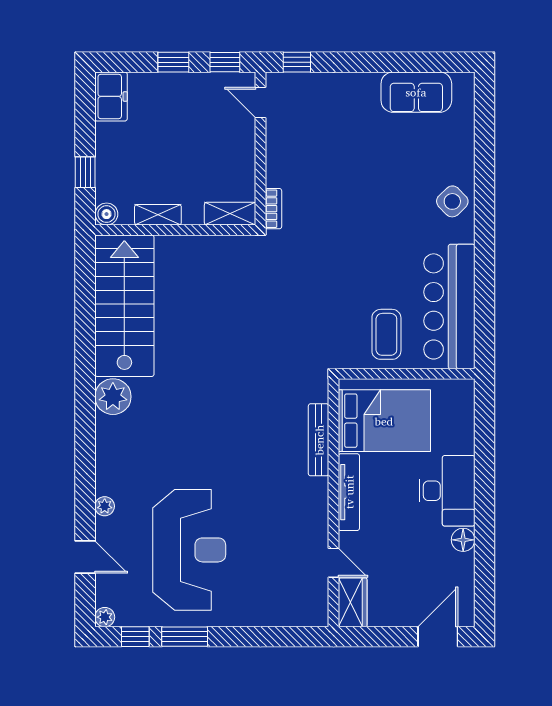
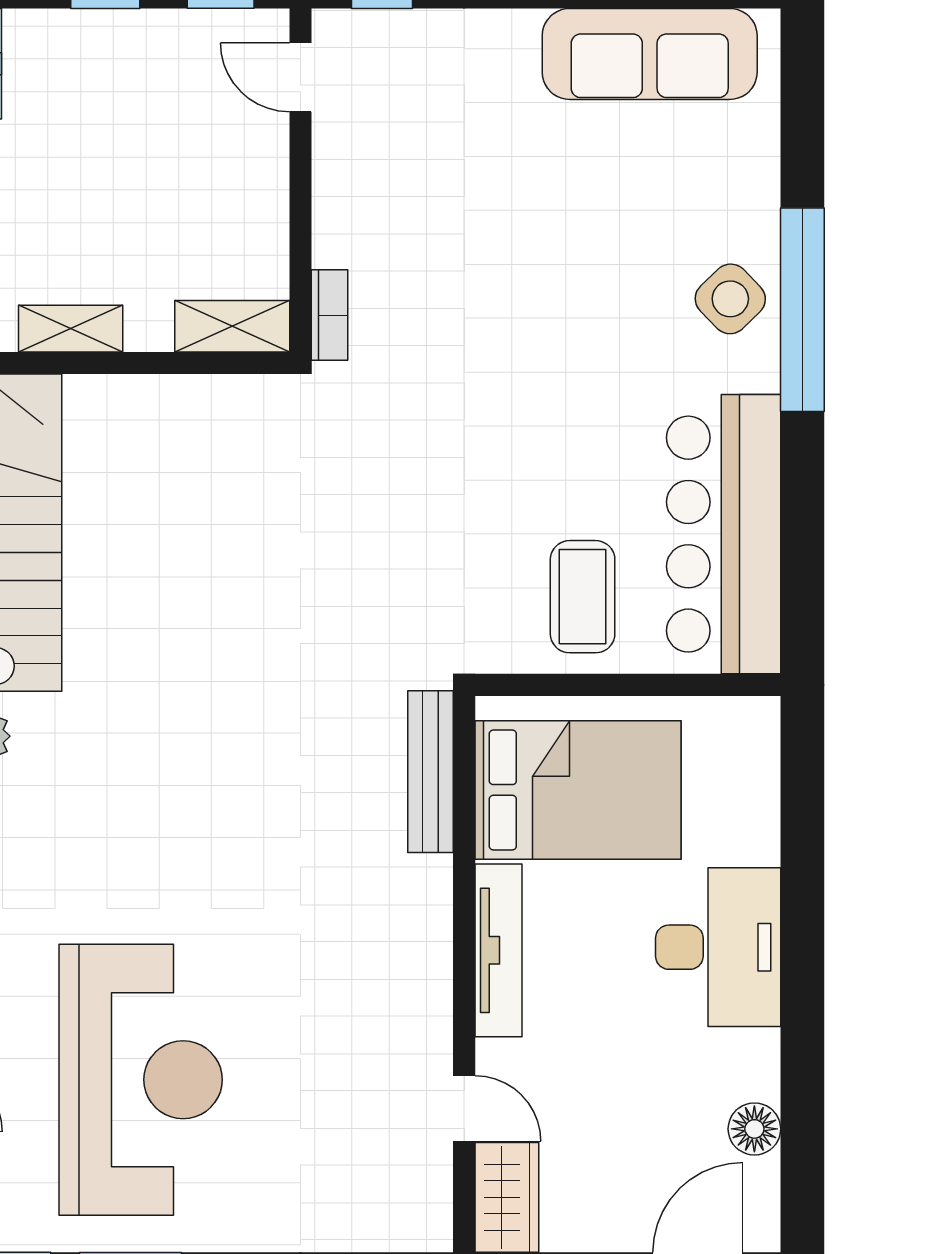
sofa: (416, 92) -> (650, 54), width x1.36
window: (485, 206) -> (802, 310), added
bench: (319, 440) -> (431, 772), moved
floor lamp: (463, 540) -> (754, 1129), moved

